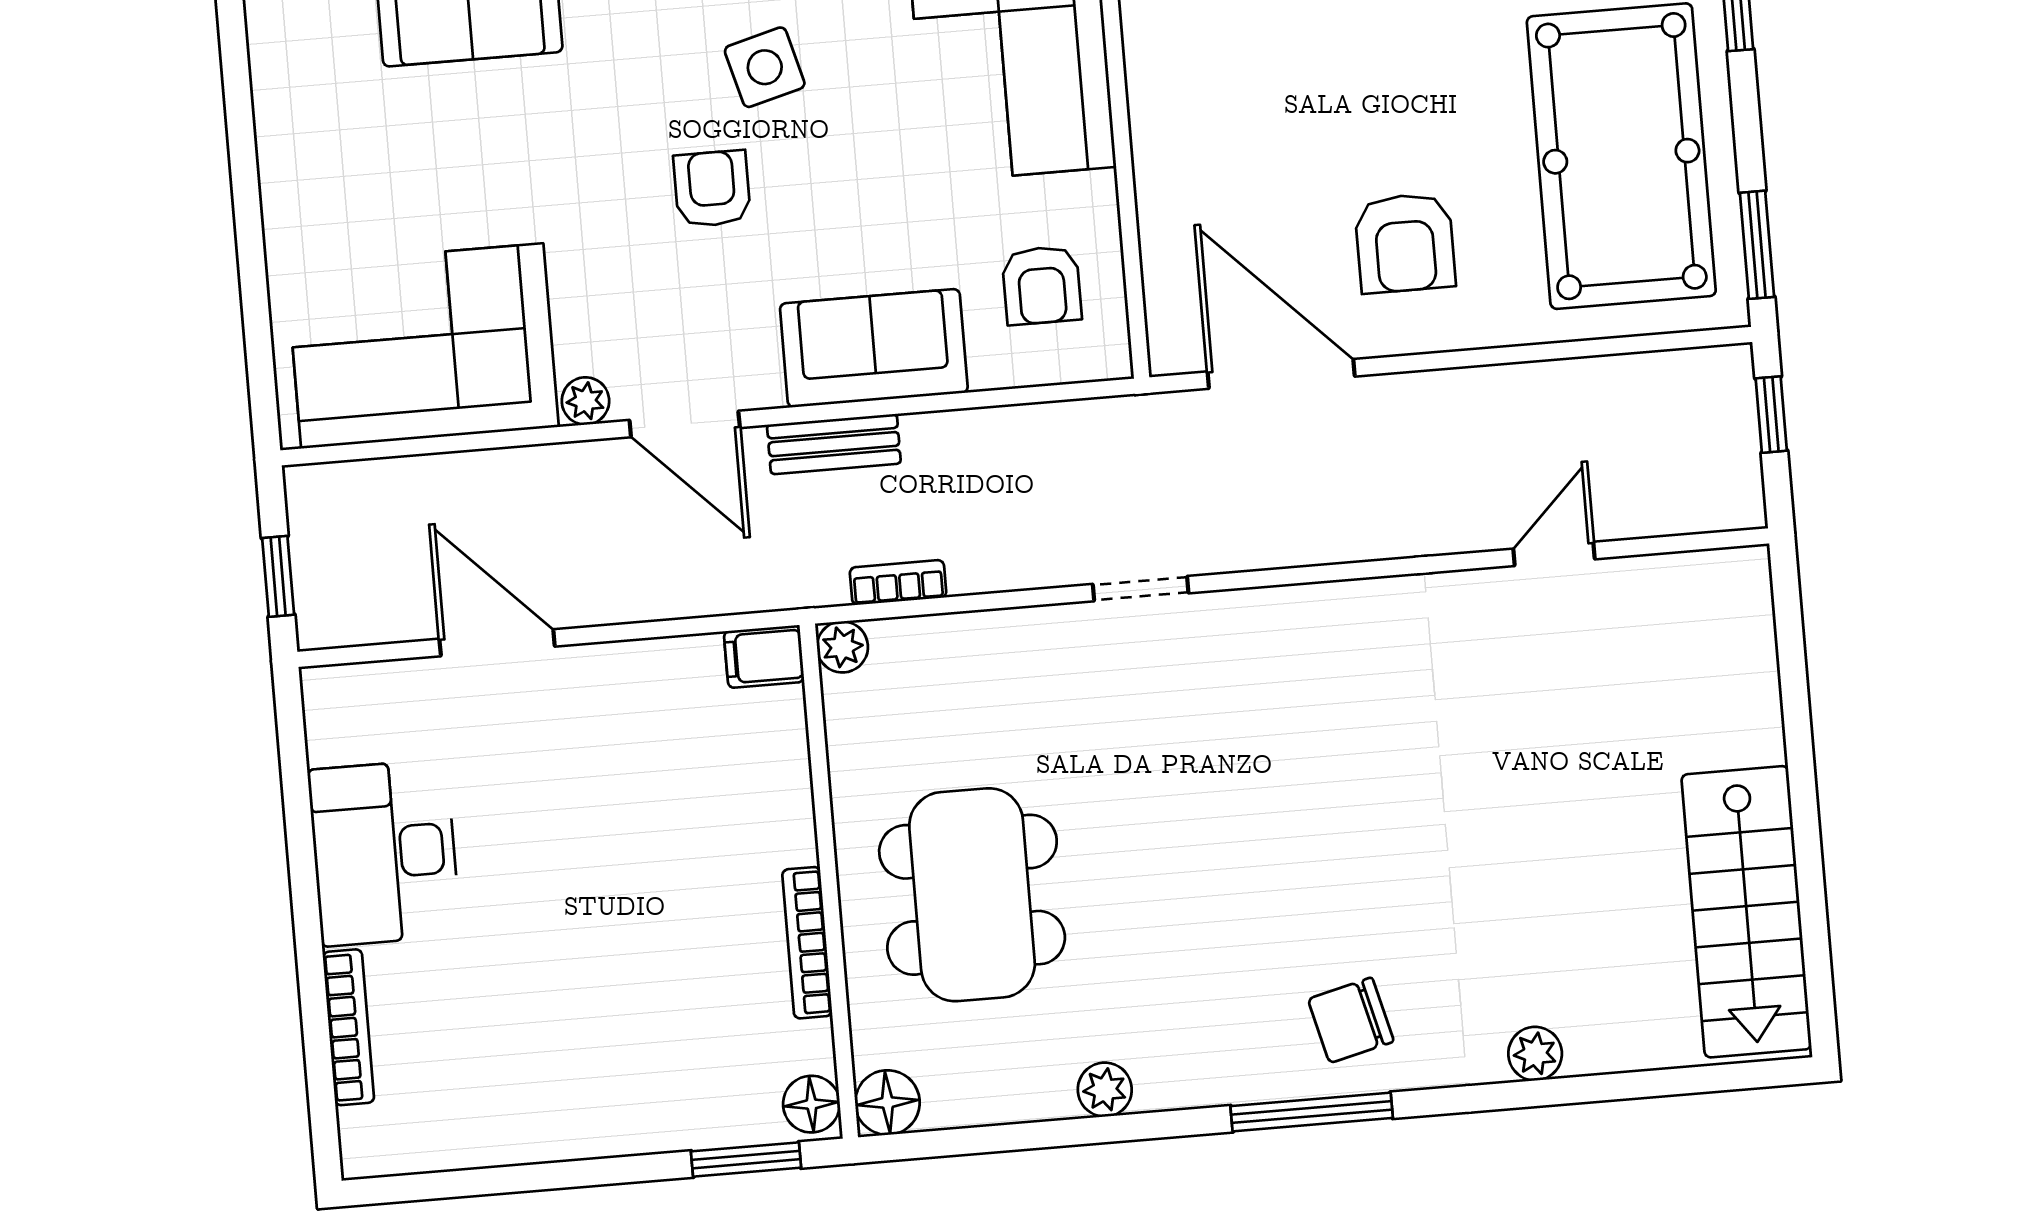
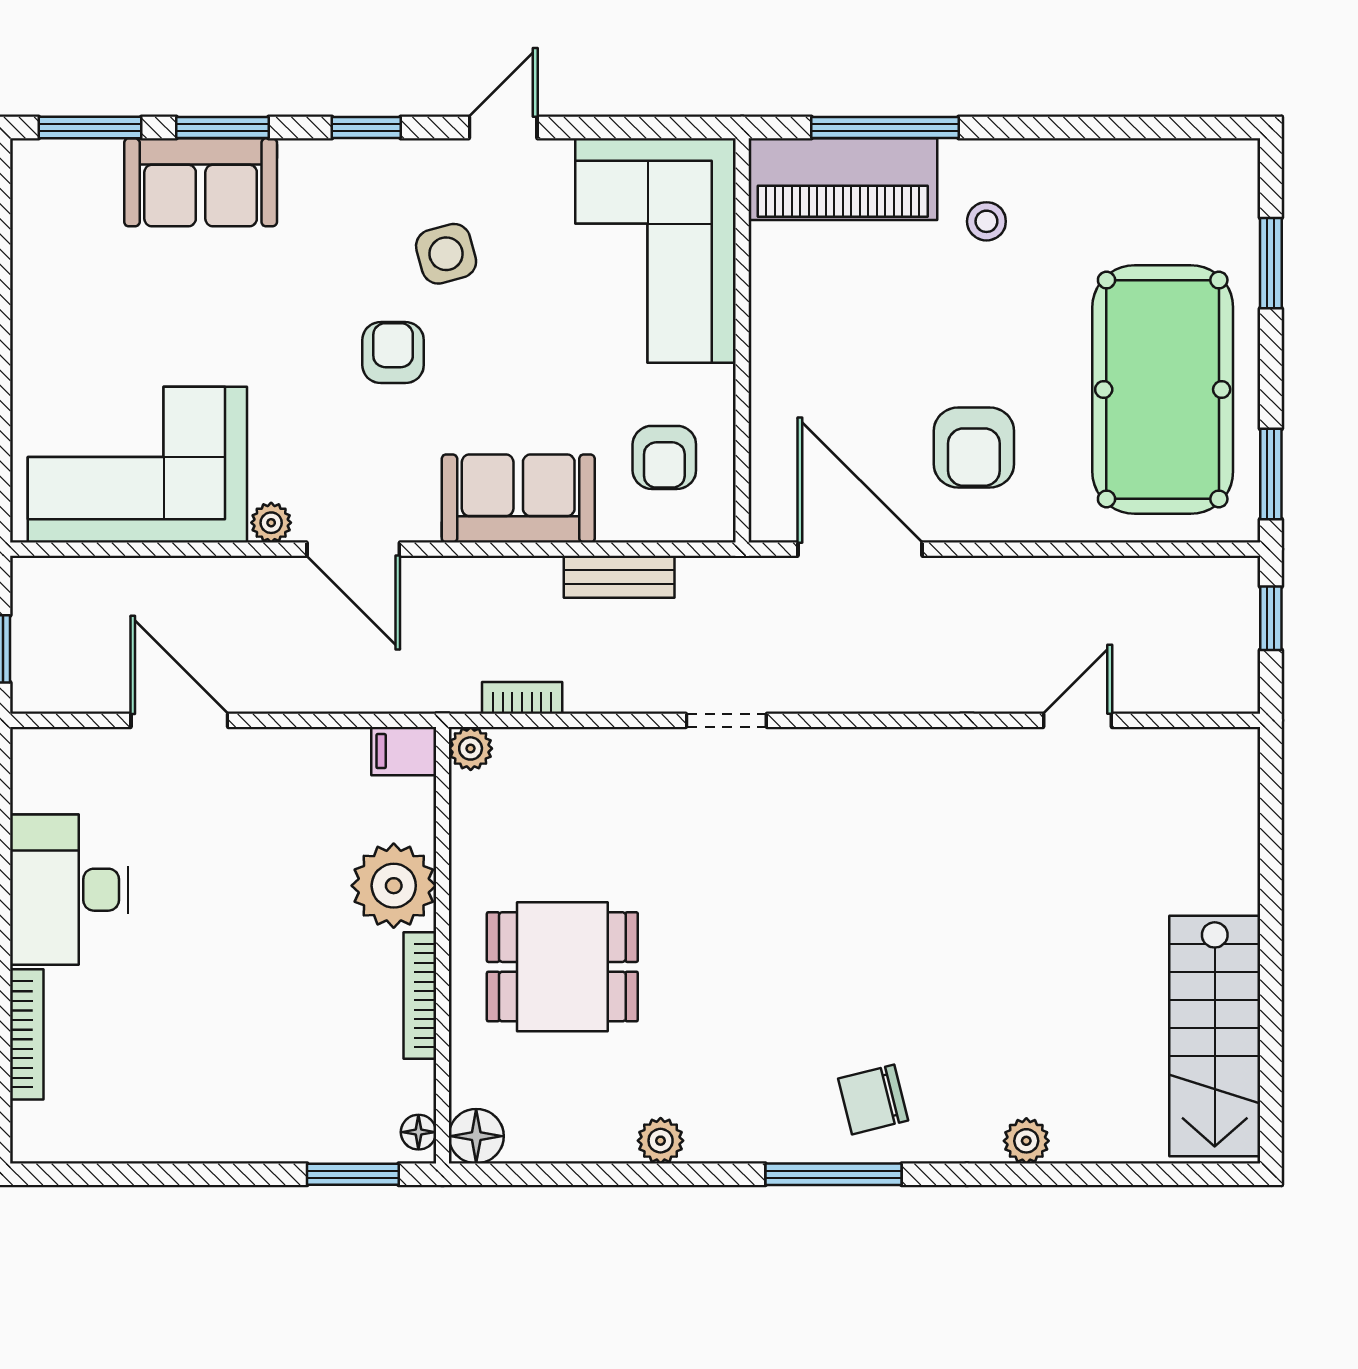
bench: (834, 444) -> (619, 577), moved
plant: (766, 816) -> (394, 886), added
dining table: (972, 895) -> (562, 967), width x0.73
floor lamp: (811, 1104) -> (418, 1132), width x0.73, depth x0.73

